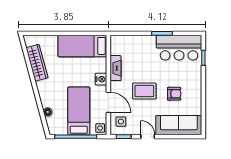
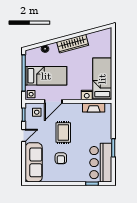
wardrobe: (37, 63) -> (73, 44), moved
fireplace: (115, 68) -> (94, 108), moved
nightstand: (101, 79) -> (87, 95), moved

